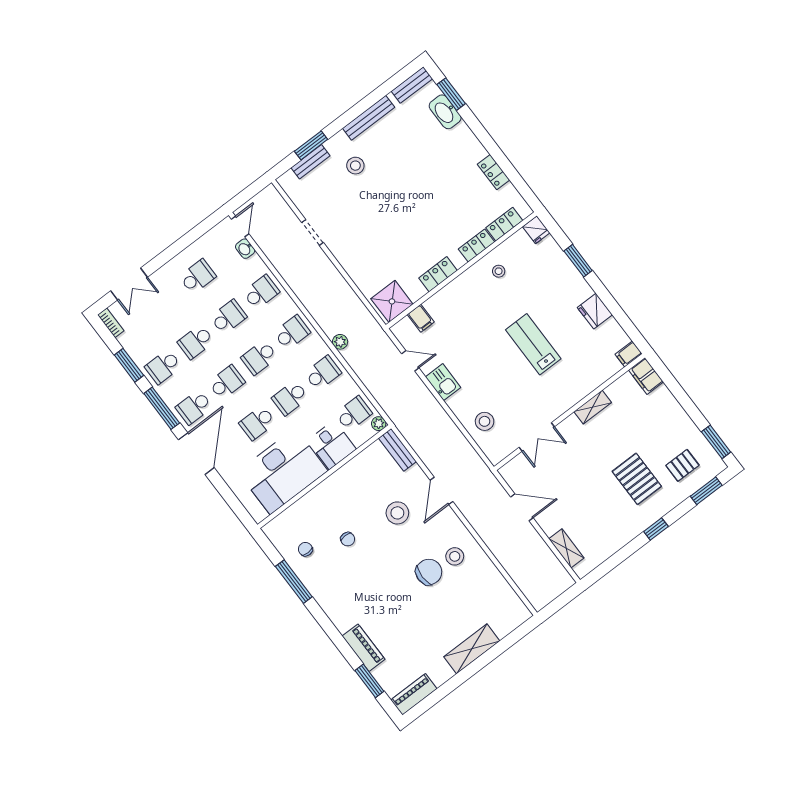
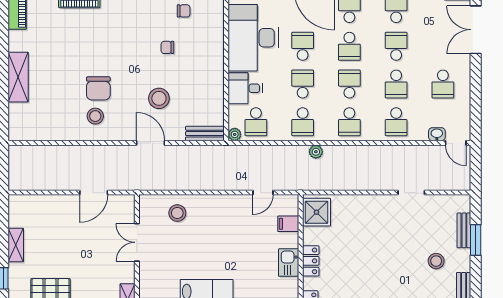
double door: (129, 284) -> (476, 30), width x1.37
kitchen sink: (443, 382) -> (289, 263), moved, turned 90
shelving: (566, 548) -> (16, 245), moved, turned 90

